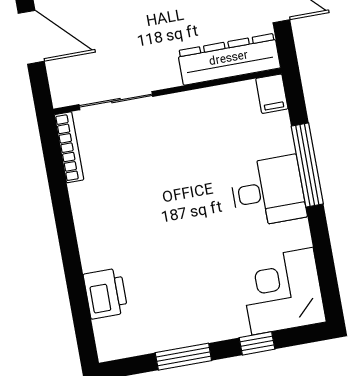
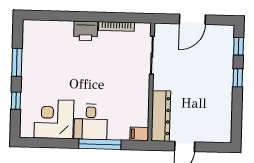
bookcase: (69, 147) -> (116, 26), moved
corner desk: (282, 291) -> (54, 119), moved, turned -90
printer: (106, 293) -> (86, 31), moved

